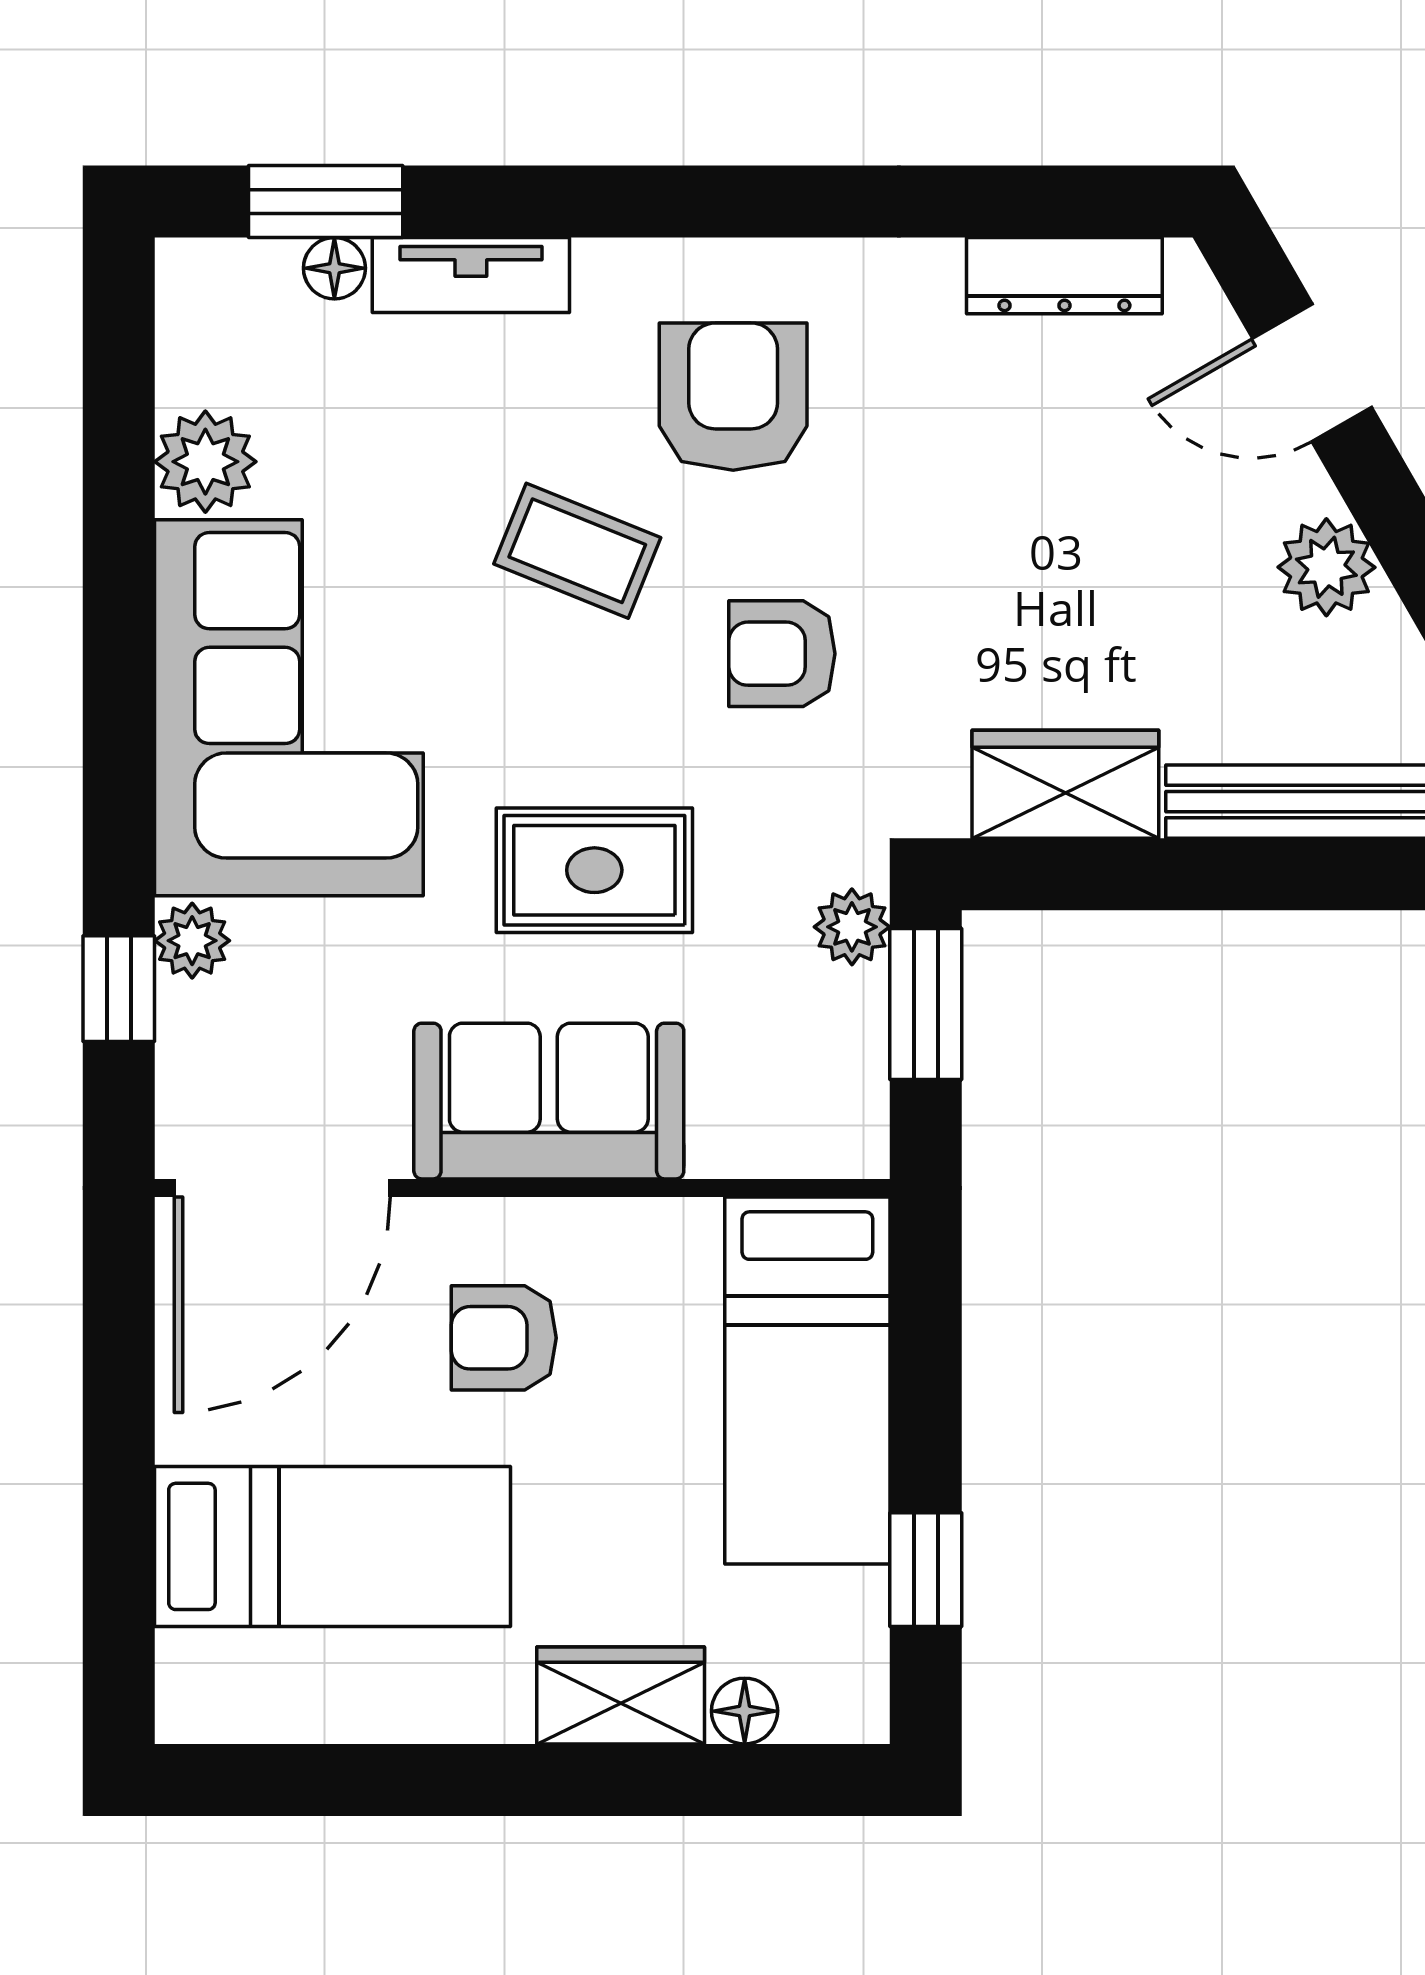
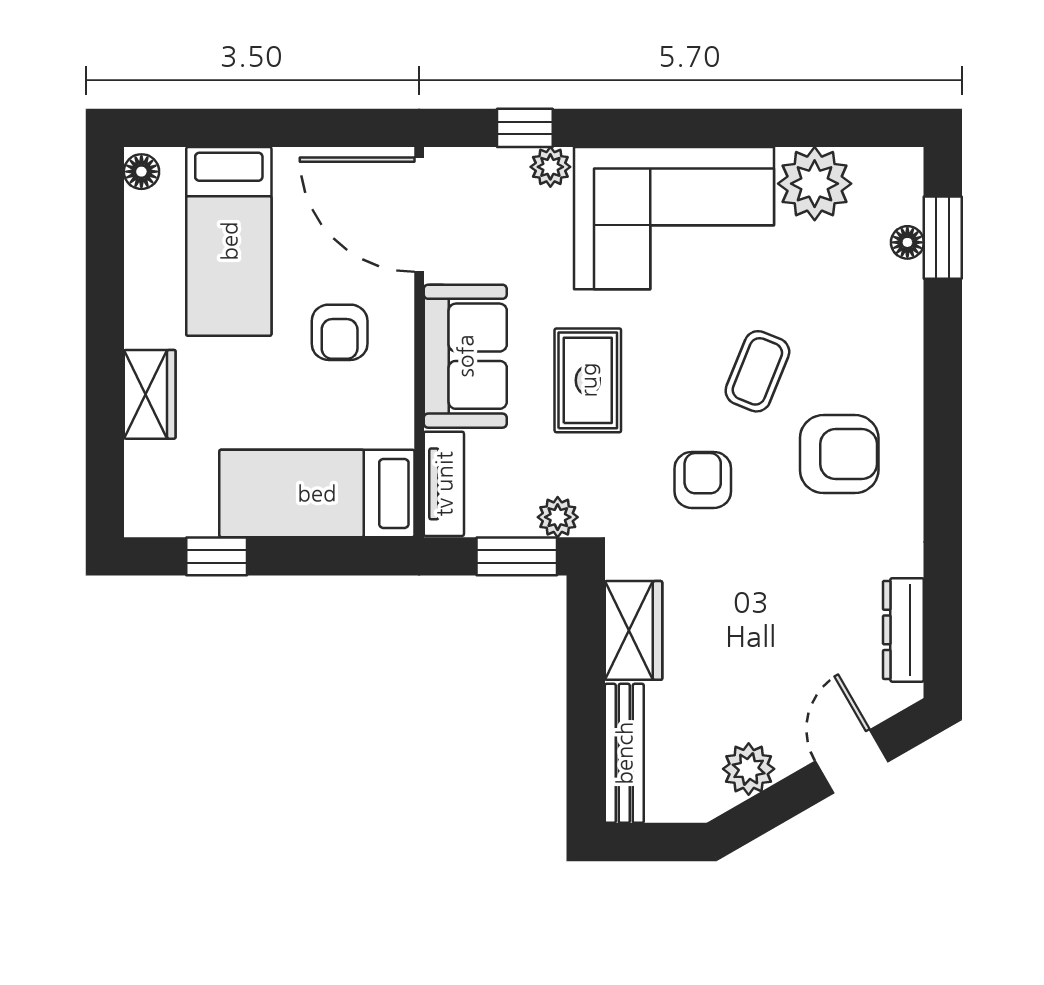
tv unit: (471, 275) -> (444, 484), moved, turned 180
plant: (205, 462) -> (815, 184), width x1.36, depth x1.36
armchair: (504, 1338) -> (340, 332), turned 180
floor lamp: (745, 1711) -> (141, 172), moved

